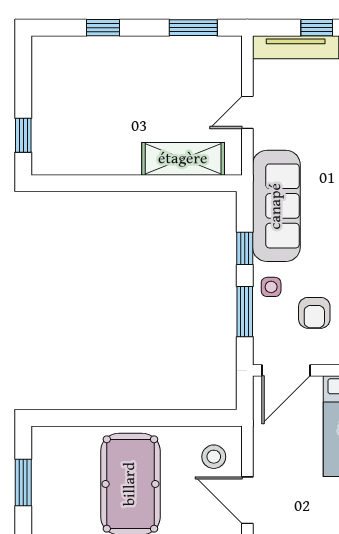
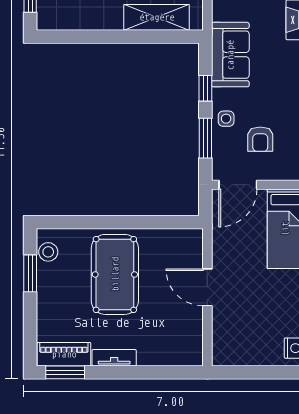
sofa: (276, 206) -> (230, 55), width x0.73
stool: (214, 457) -> (48, 252), moved

